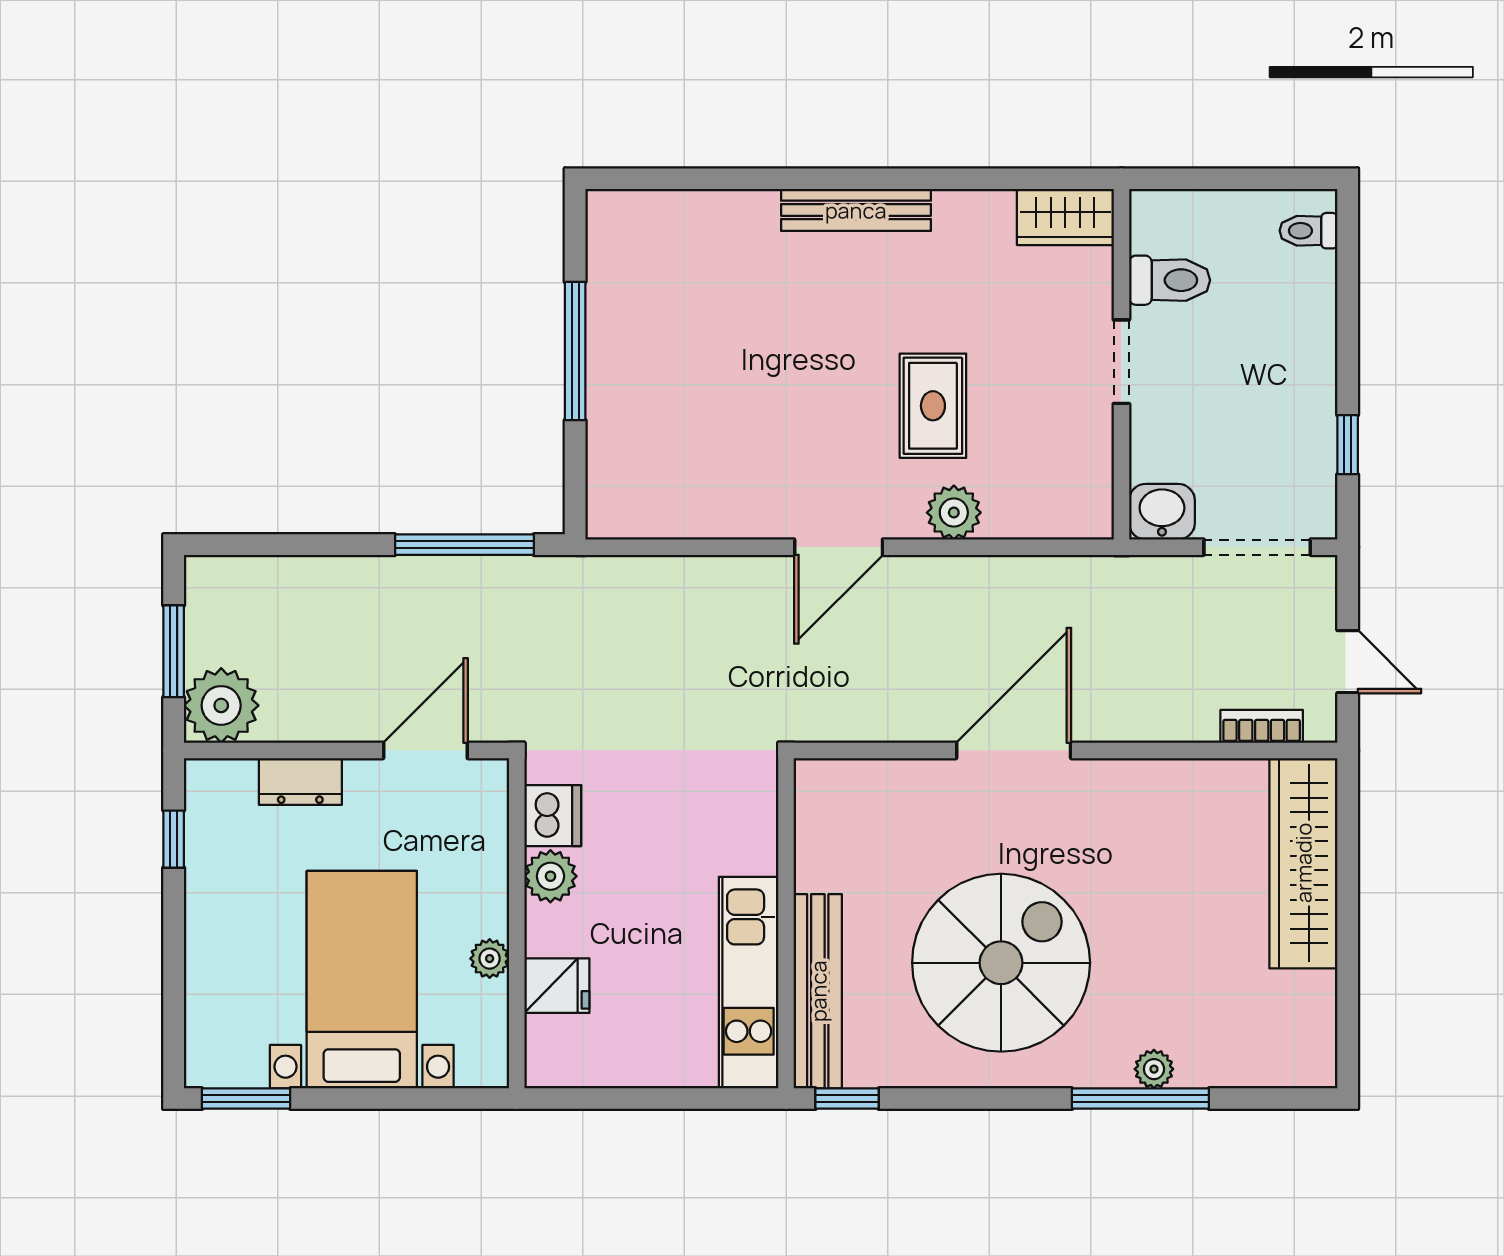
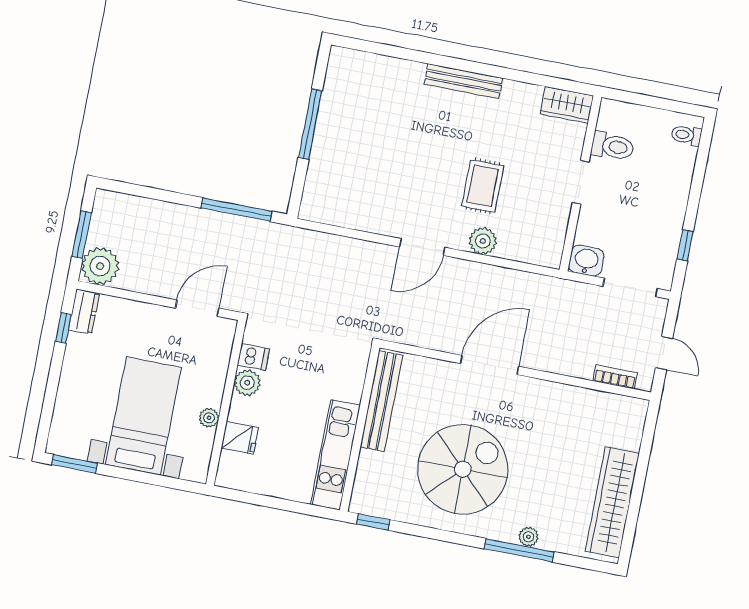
dresser: (300, 781) -> (84, 312), moved, turned -90
dishwasher: (553, 816) -> (253, 357), width x0.73
wardrobe: (1303, 863) -> (612, 502), moved
bench: (818, 991) -> (382, 401), moved

